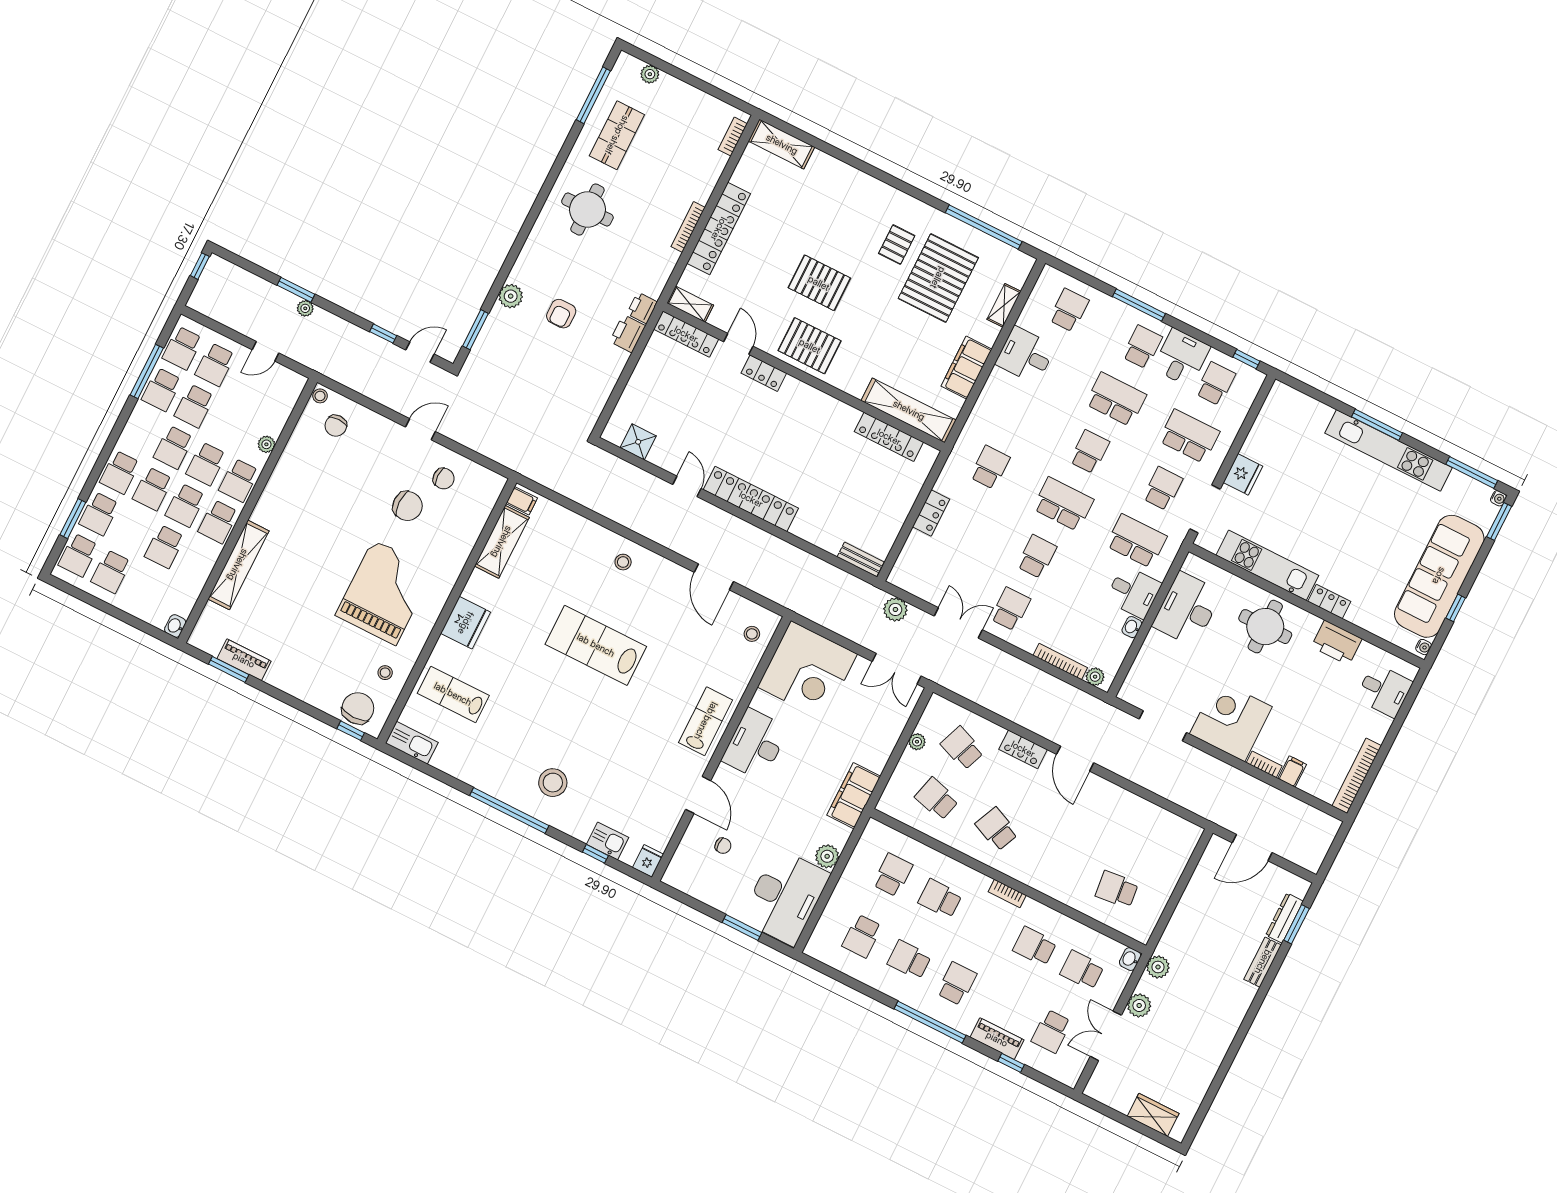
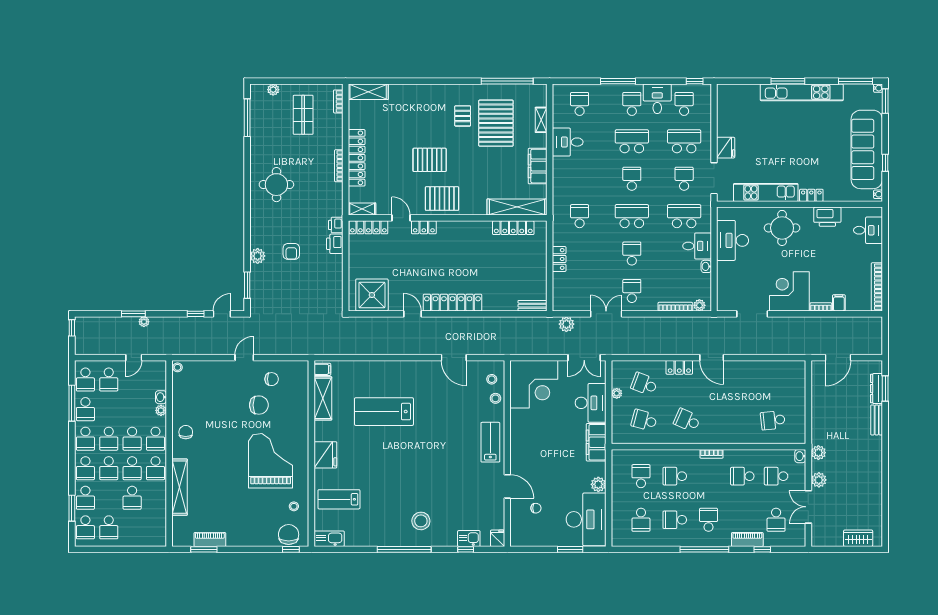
shop shelf: (617, 135) -> (303, 115), moved
school desk: (194, 406) -> (85, 439), moved
chair: (336, 426) -> (186, 432), moved, turned 180
shower: (638, 442) -> (372, 295), width x1.86, depth x1.86
stool: (623, 562) -> (496, 398), moved
washbasin: (175, 626) -> (161, 397), moved
lab bench: (596, 645) -> (384, 412), moved
desk: (755, 744) -> (591, 403), moved, turned 180

